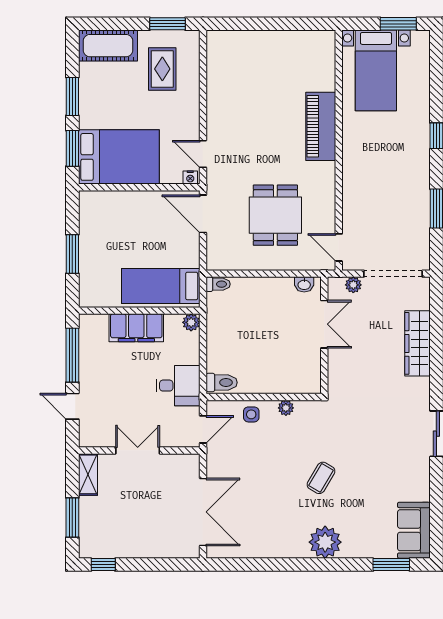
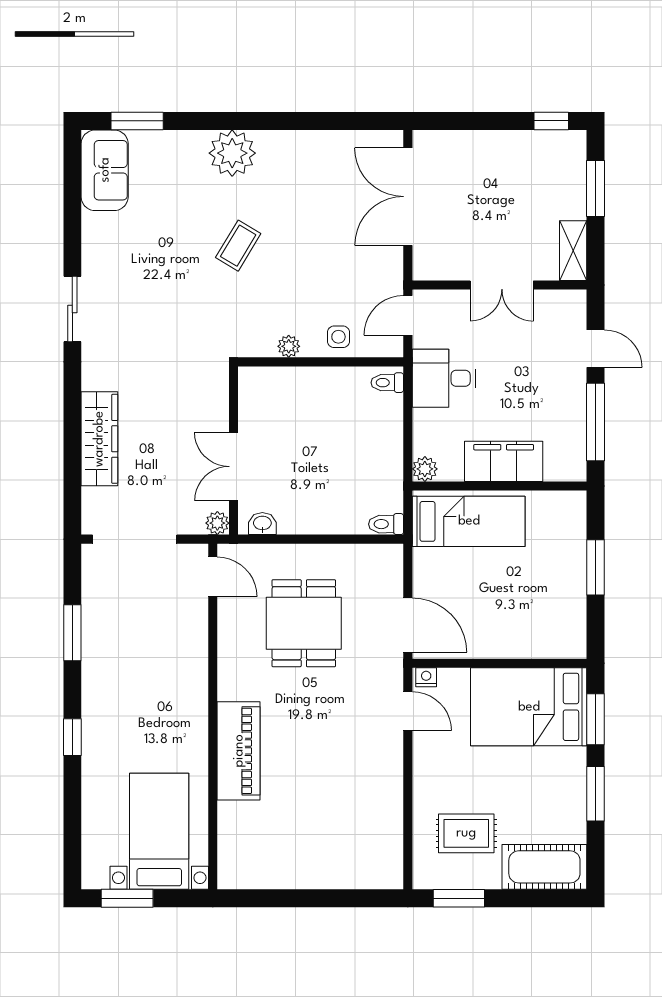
rug: (162, 69) -> (466, 833), turned 90
plant: (353, 285) -> (217, 523), moved
toilet: (222, 383) -> (387, 383), width x0.73, depth x0.72

